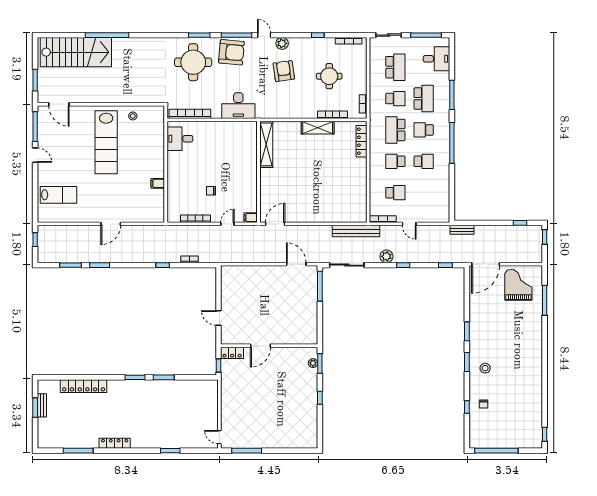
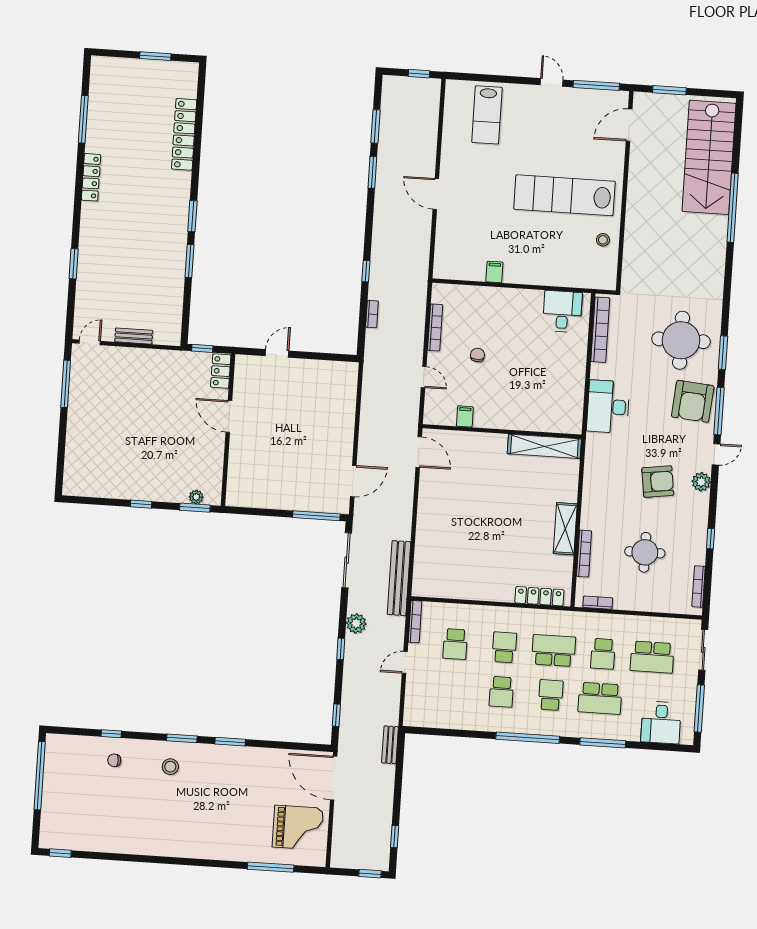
door: (35, 155) -> (552, 82), swing flipped
filing cabinet: (251, 218) -> (465, 416), moved
bench: (42, 405) -> (134, 336), moved

